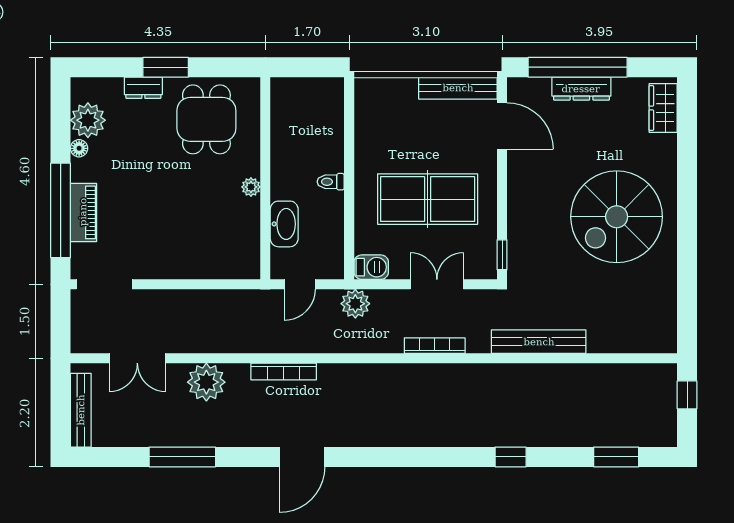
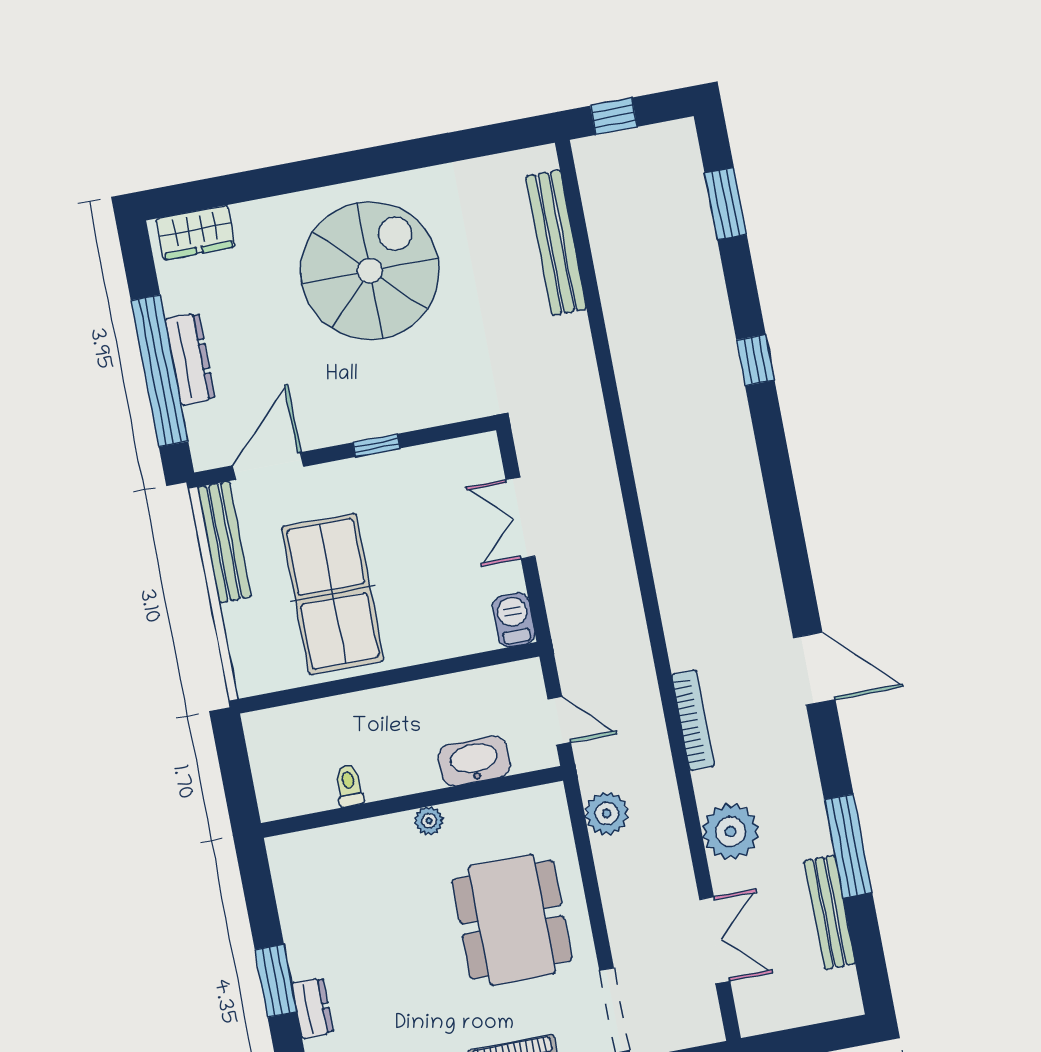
dining table: (206, 119) -> (512, 920), moved, width x1.37
toilet: (331, 182) -> (349, 786), moved, turned 180
table tennis table: (428, 199) -> (333, 594), moved
spiral stairs: (617, 217) -> (370, 271), turned -90
window: (502, 255) -> (376, 445), moved
plant: (355, 304) -> (607, 813), moved
bench: (539, 342) -> (556, 243), moved
bookcase: (435, 346) -> (612, 504), removed
bench: (81, 410) -> (830, 912), moved, turned 90

